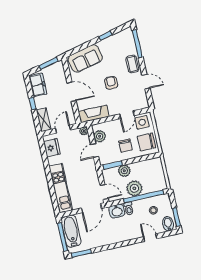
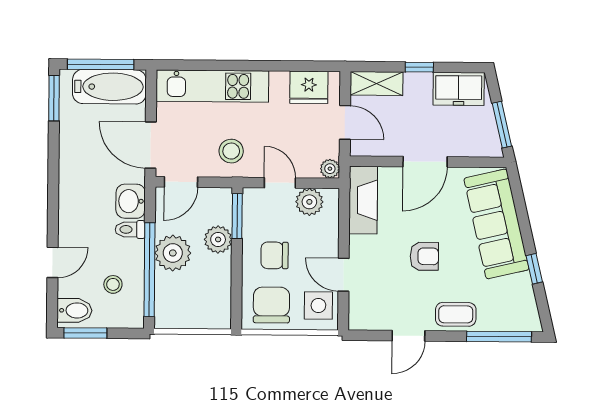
sofa: (85, 58) -> (496, 224), width x1.36
stool: (86, 174) -> (231, 151), added

